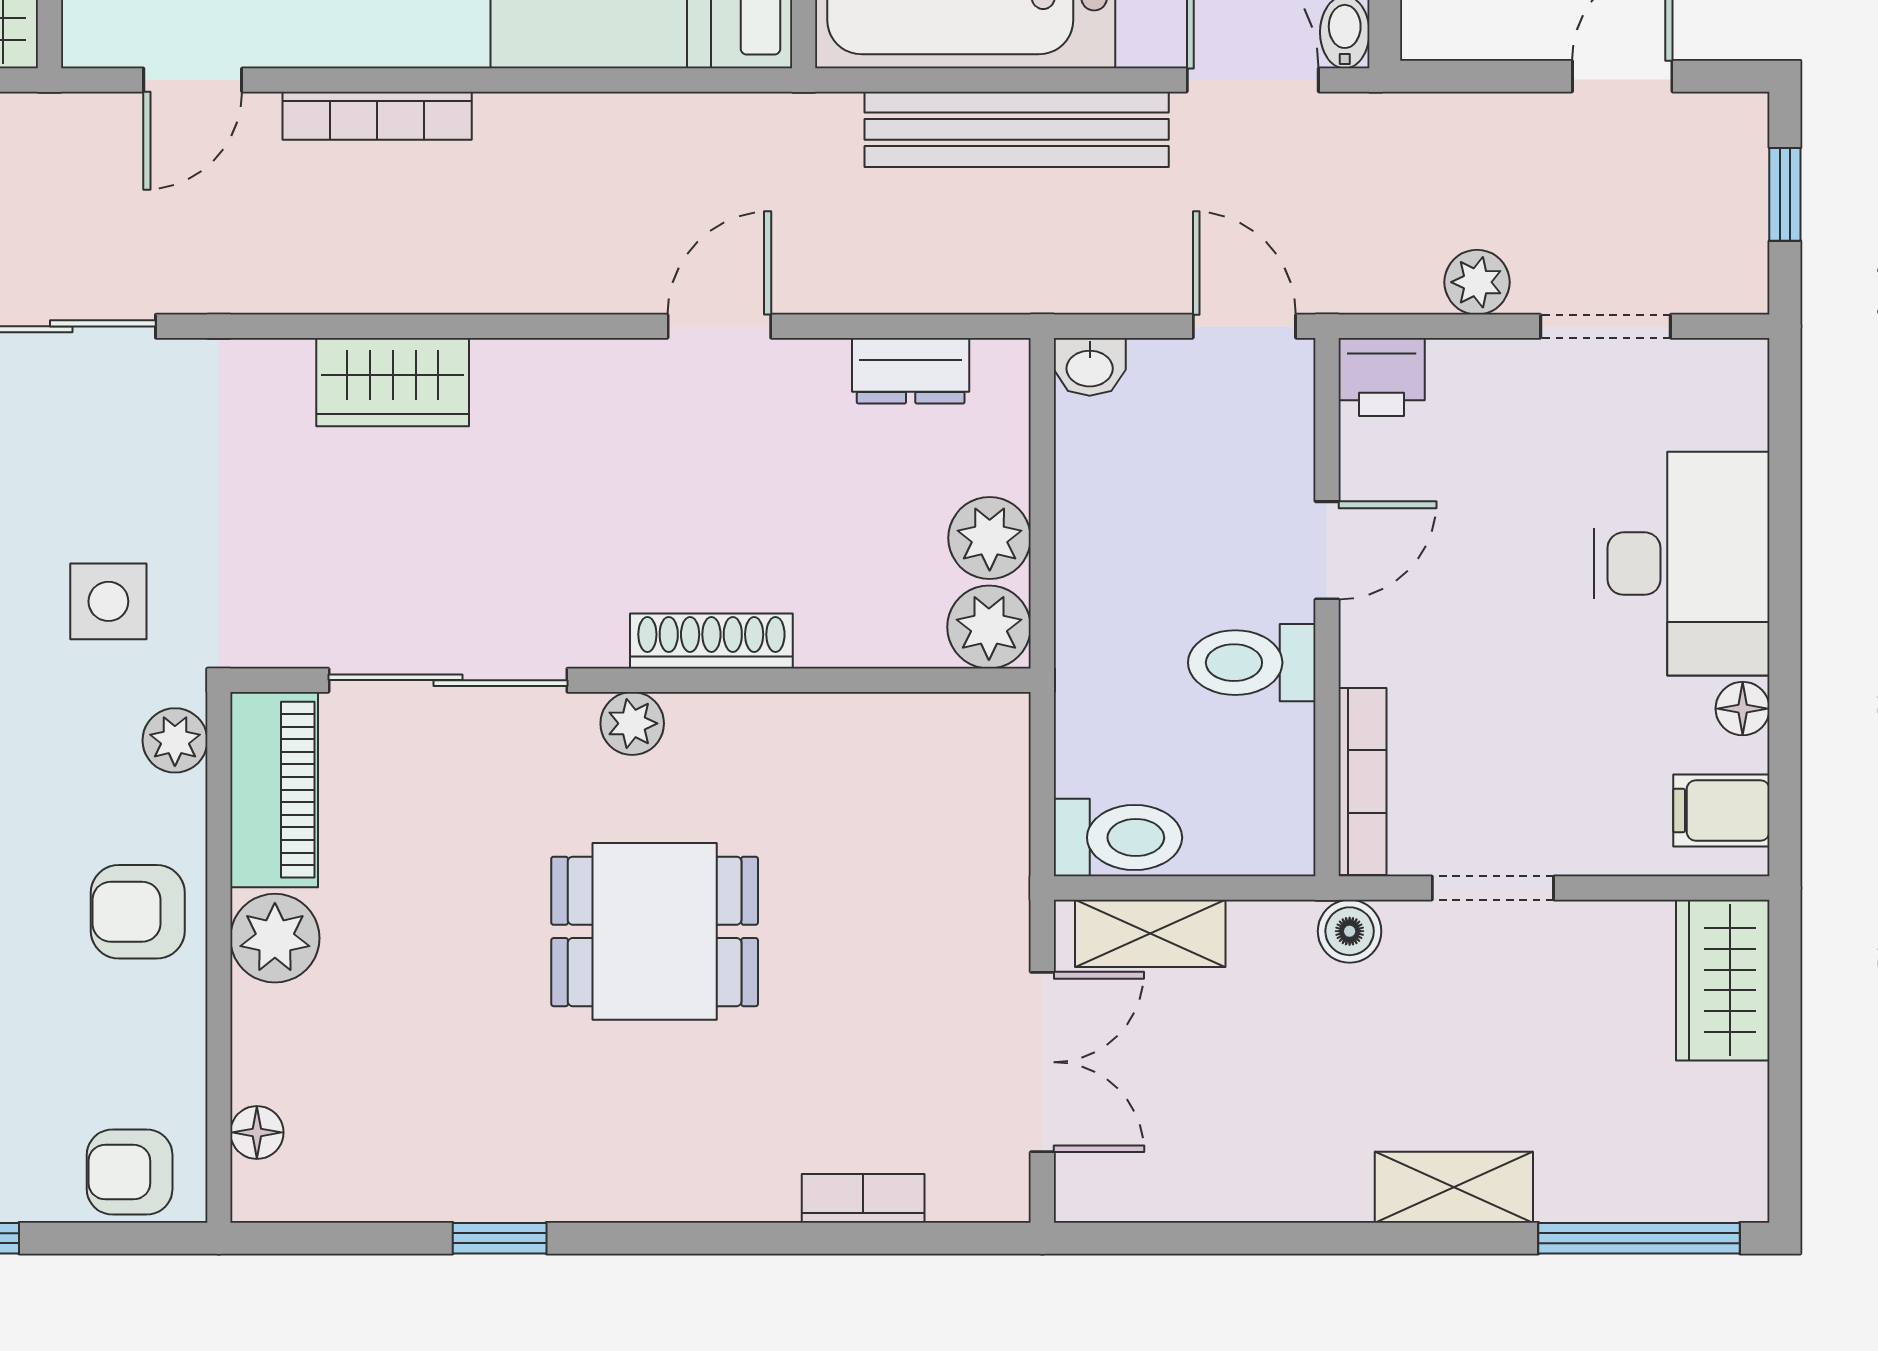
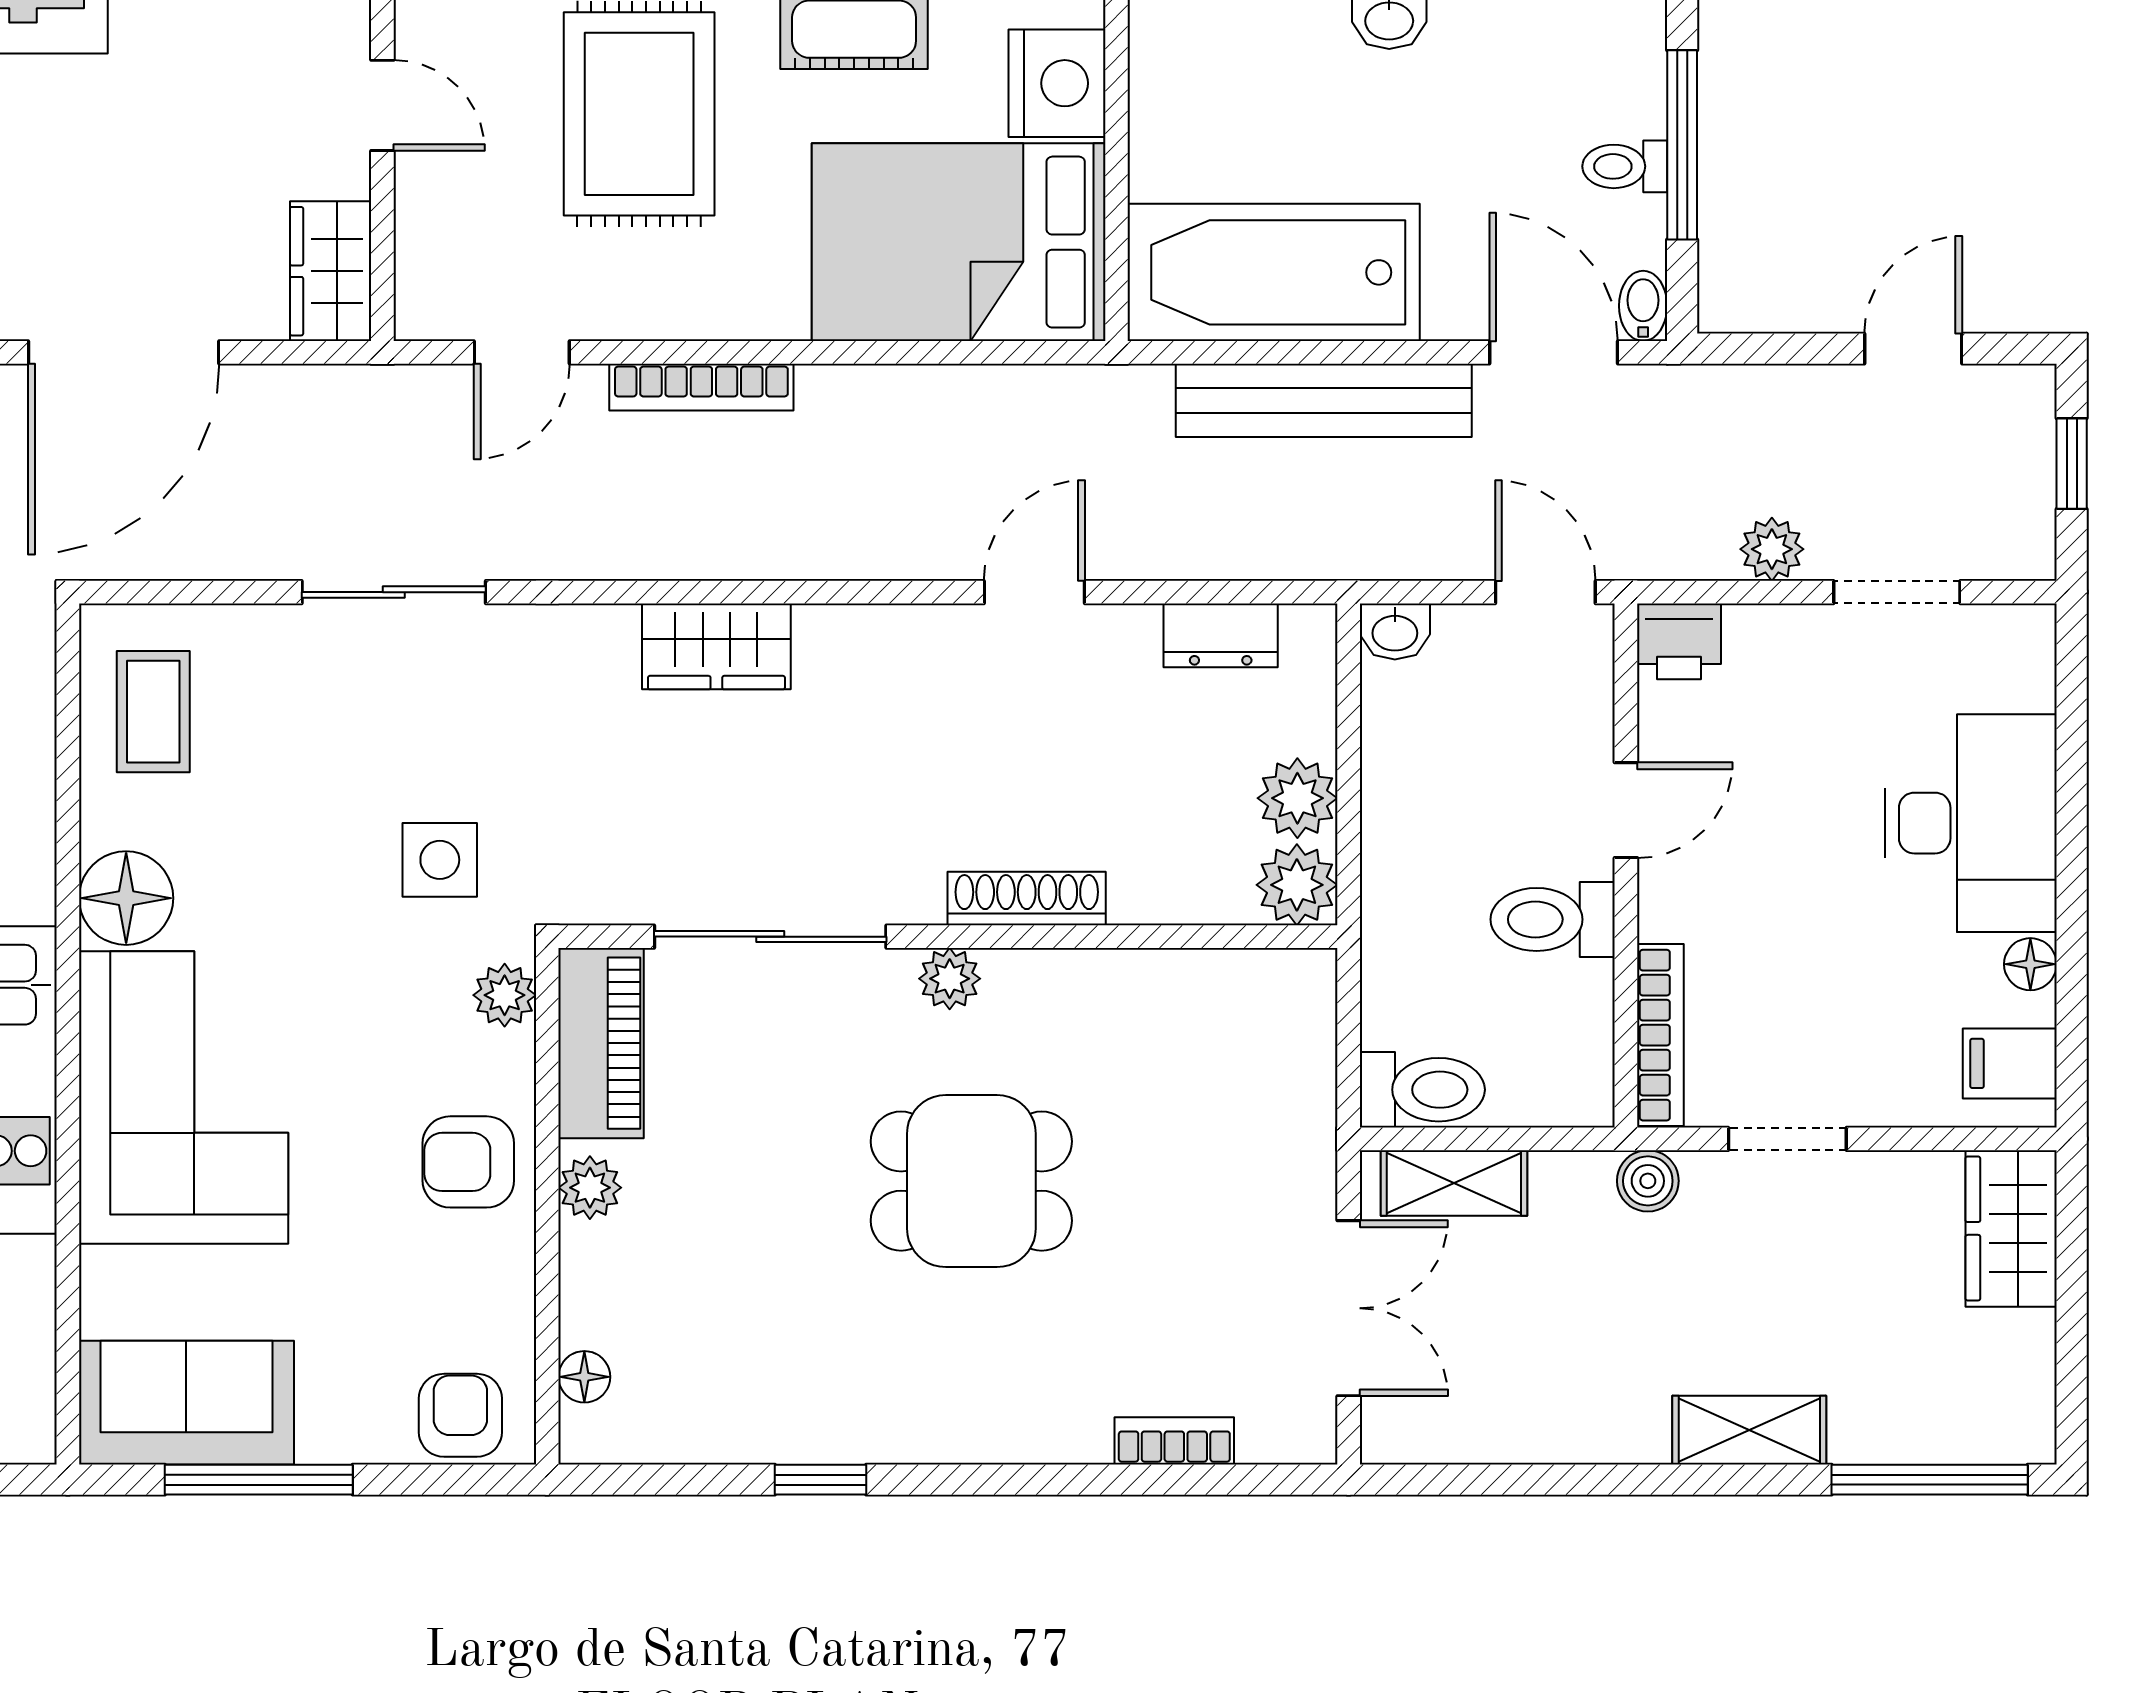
plant: (275, 938) -> (590, 1188), width x0.73, depth x0.73
armchair: (130, 1172) -> (460, 1415), turned 90

